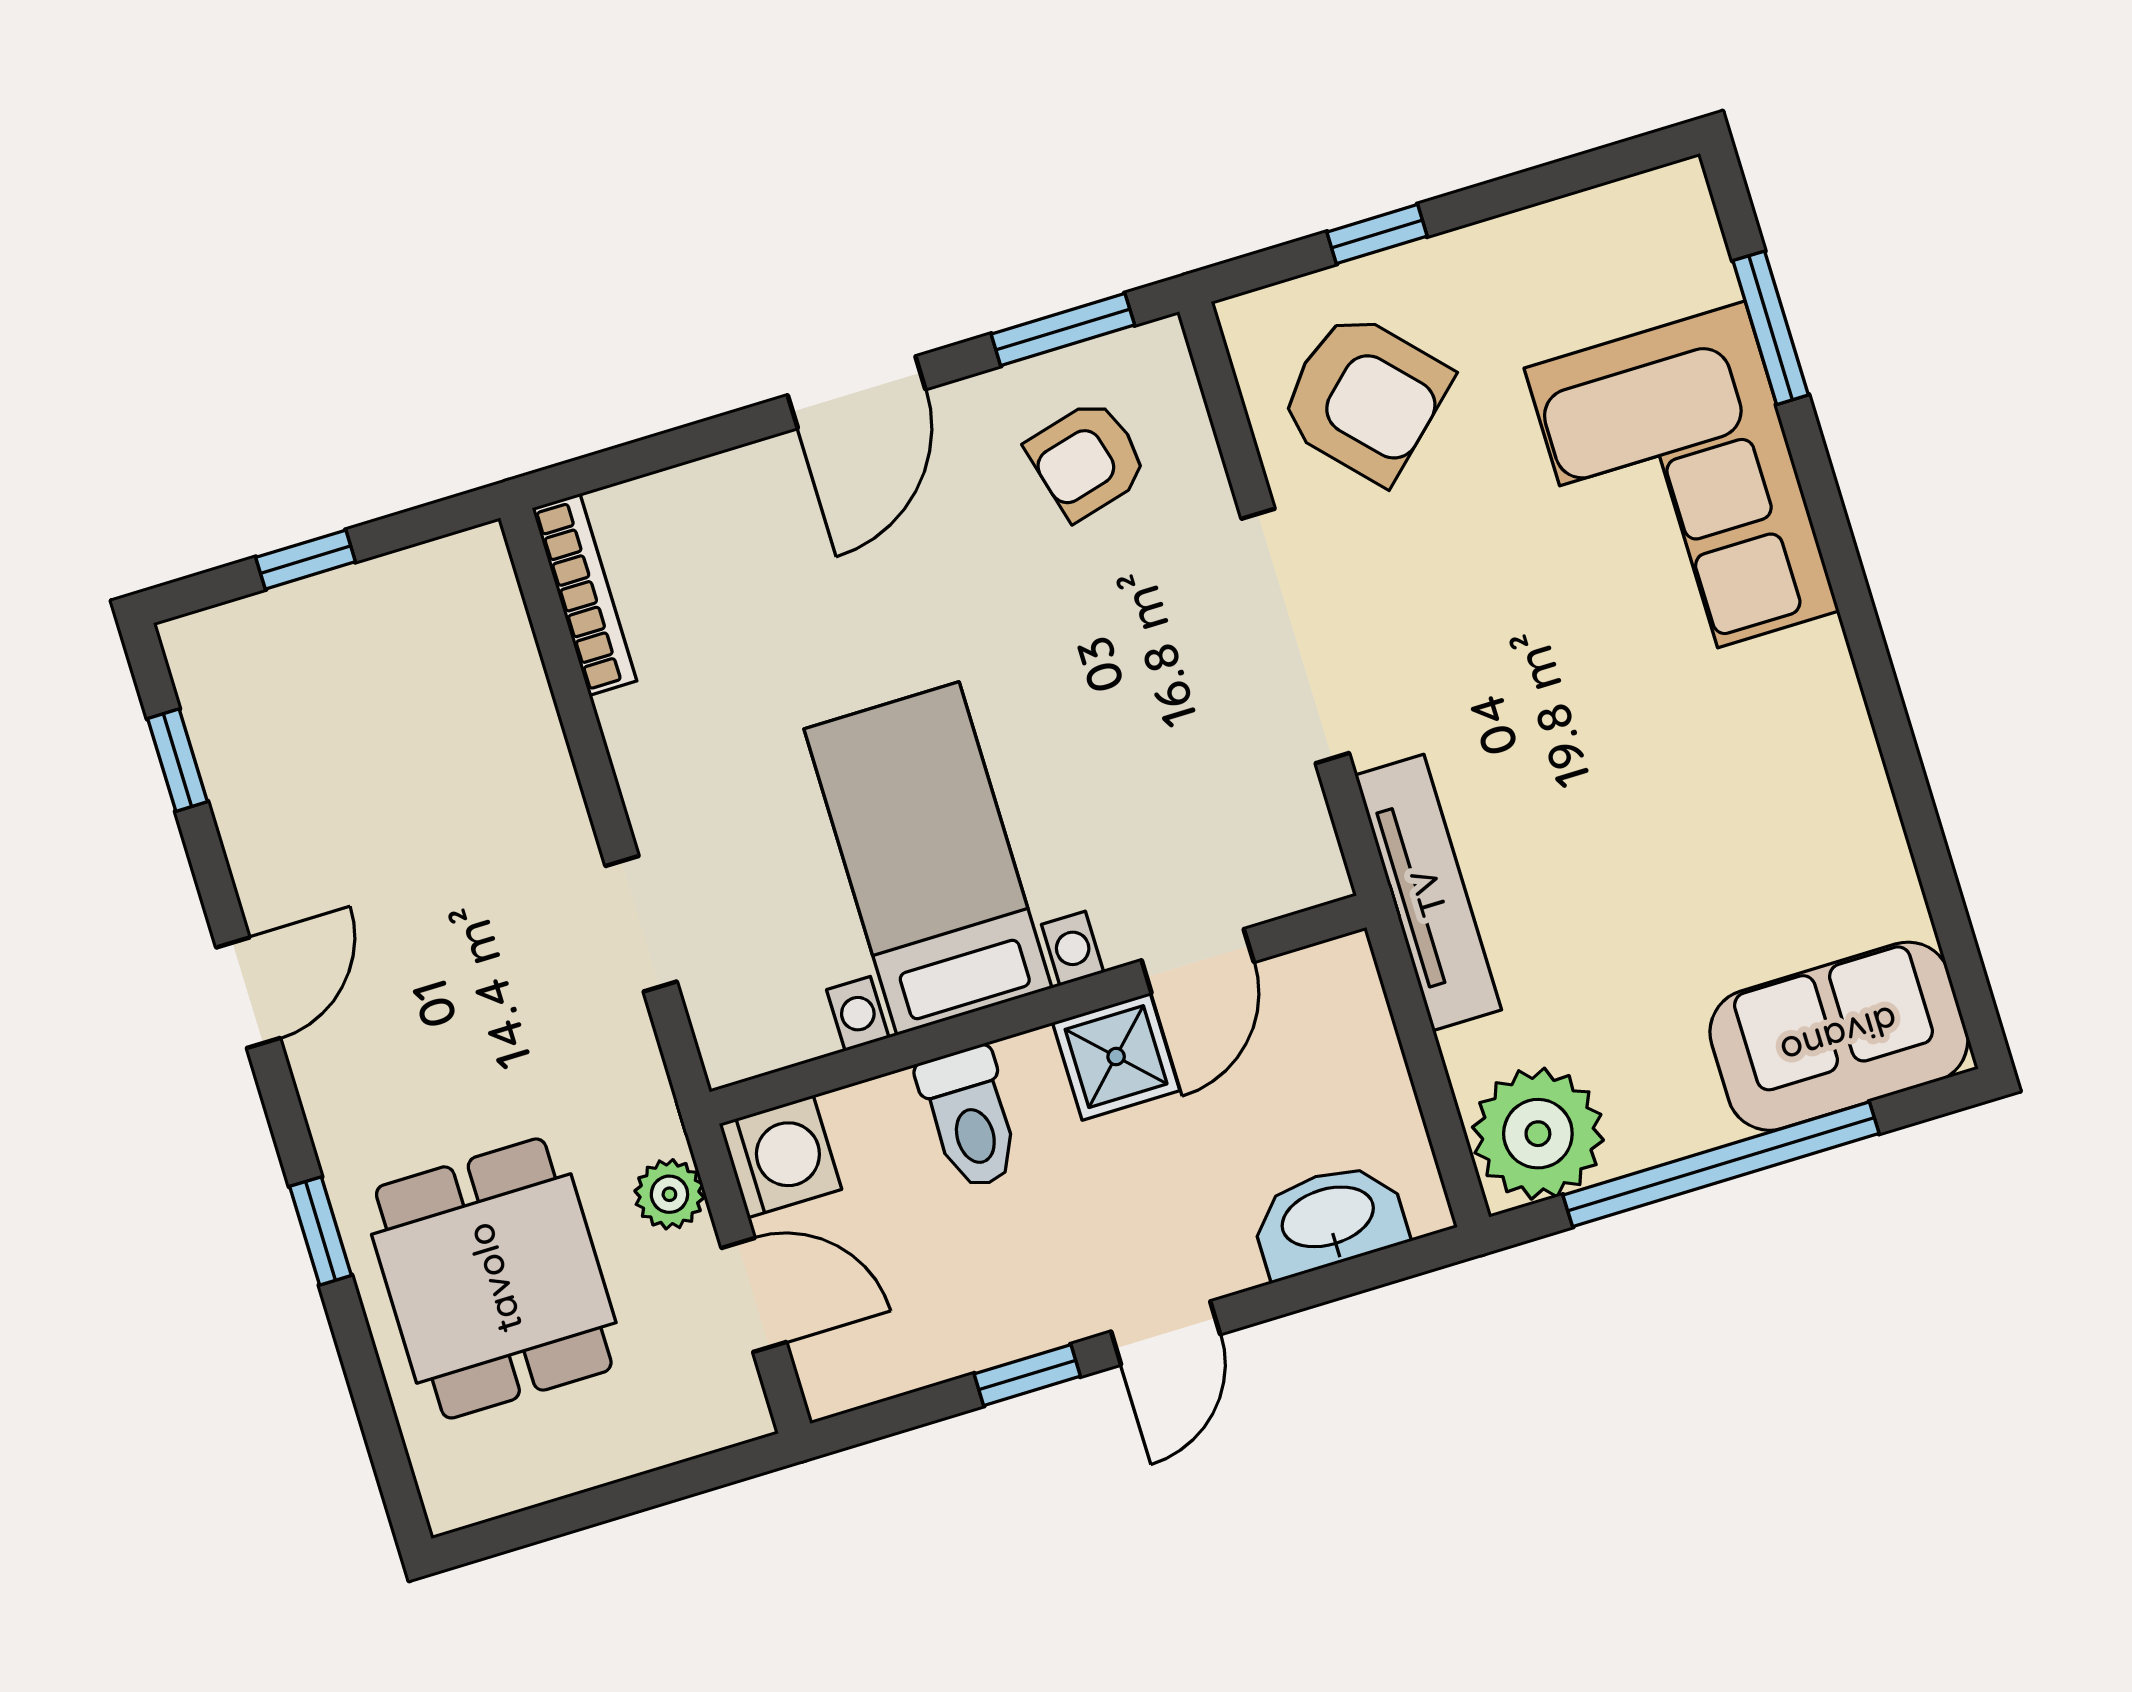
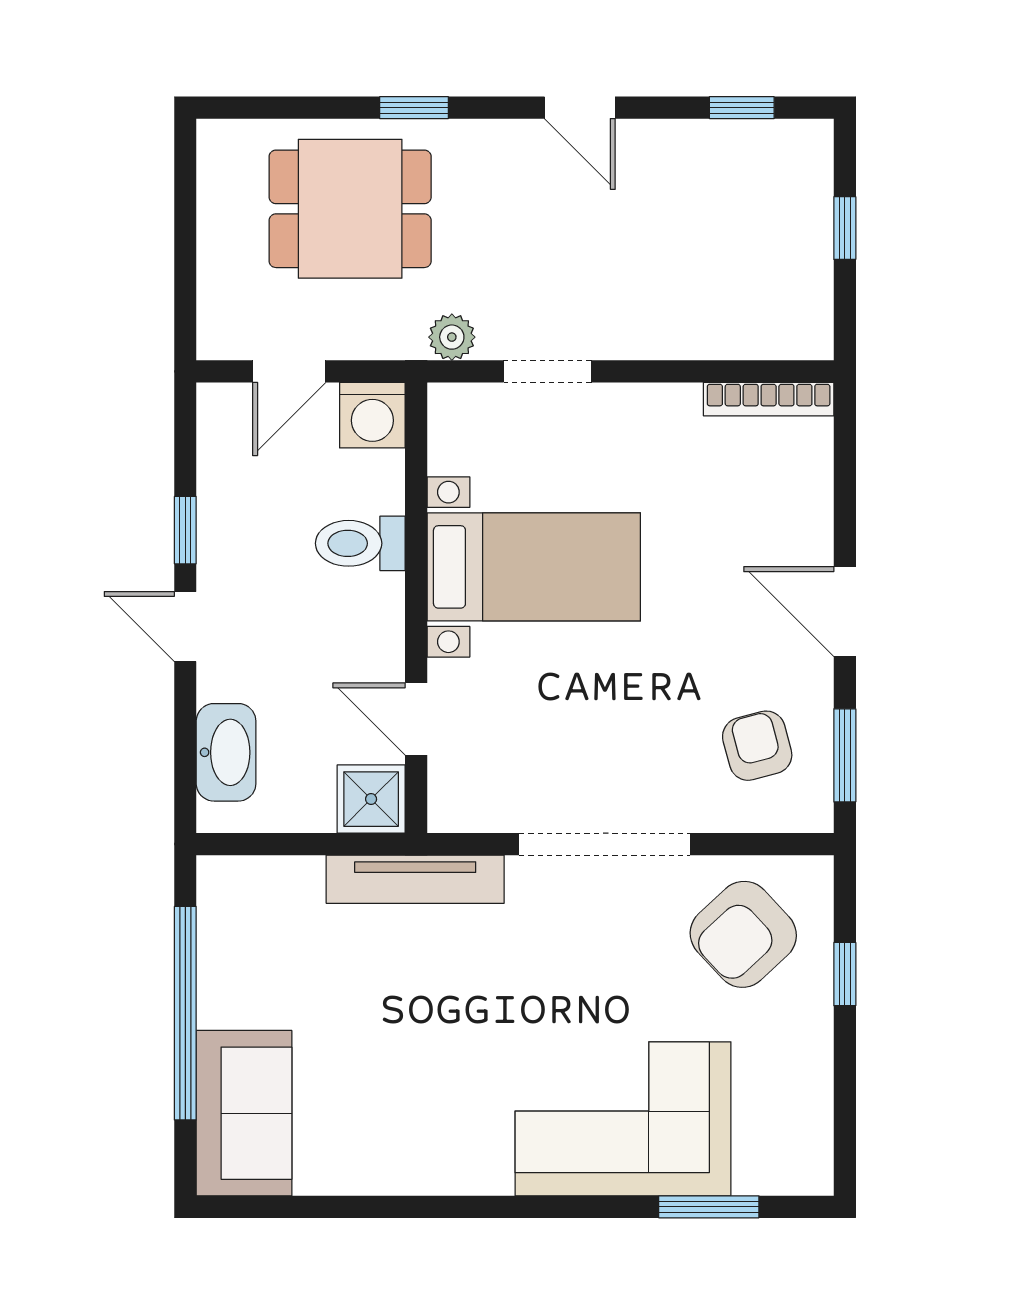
shower: (1116, 1057) -> (371, 799), moved
plant: (1538, 1134) -> (240, 902), removed
plant: (669, 1194) -> (452, 337), moved

